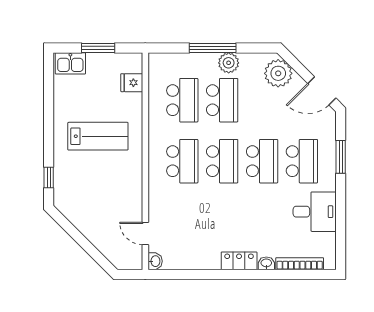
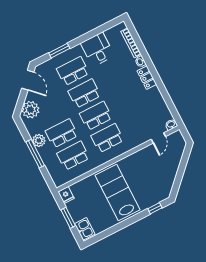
fridge: (132, 83) -> (66, 195), moved
lab bench: (98, 136) -> (118, 193), width x1.36, depth x1.39

